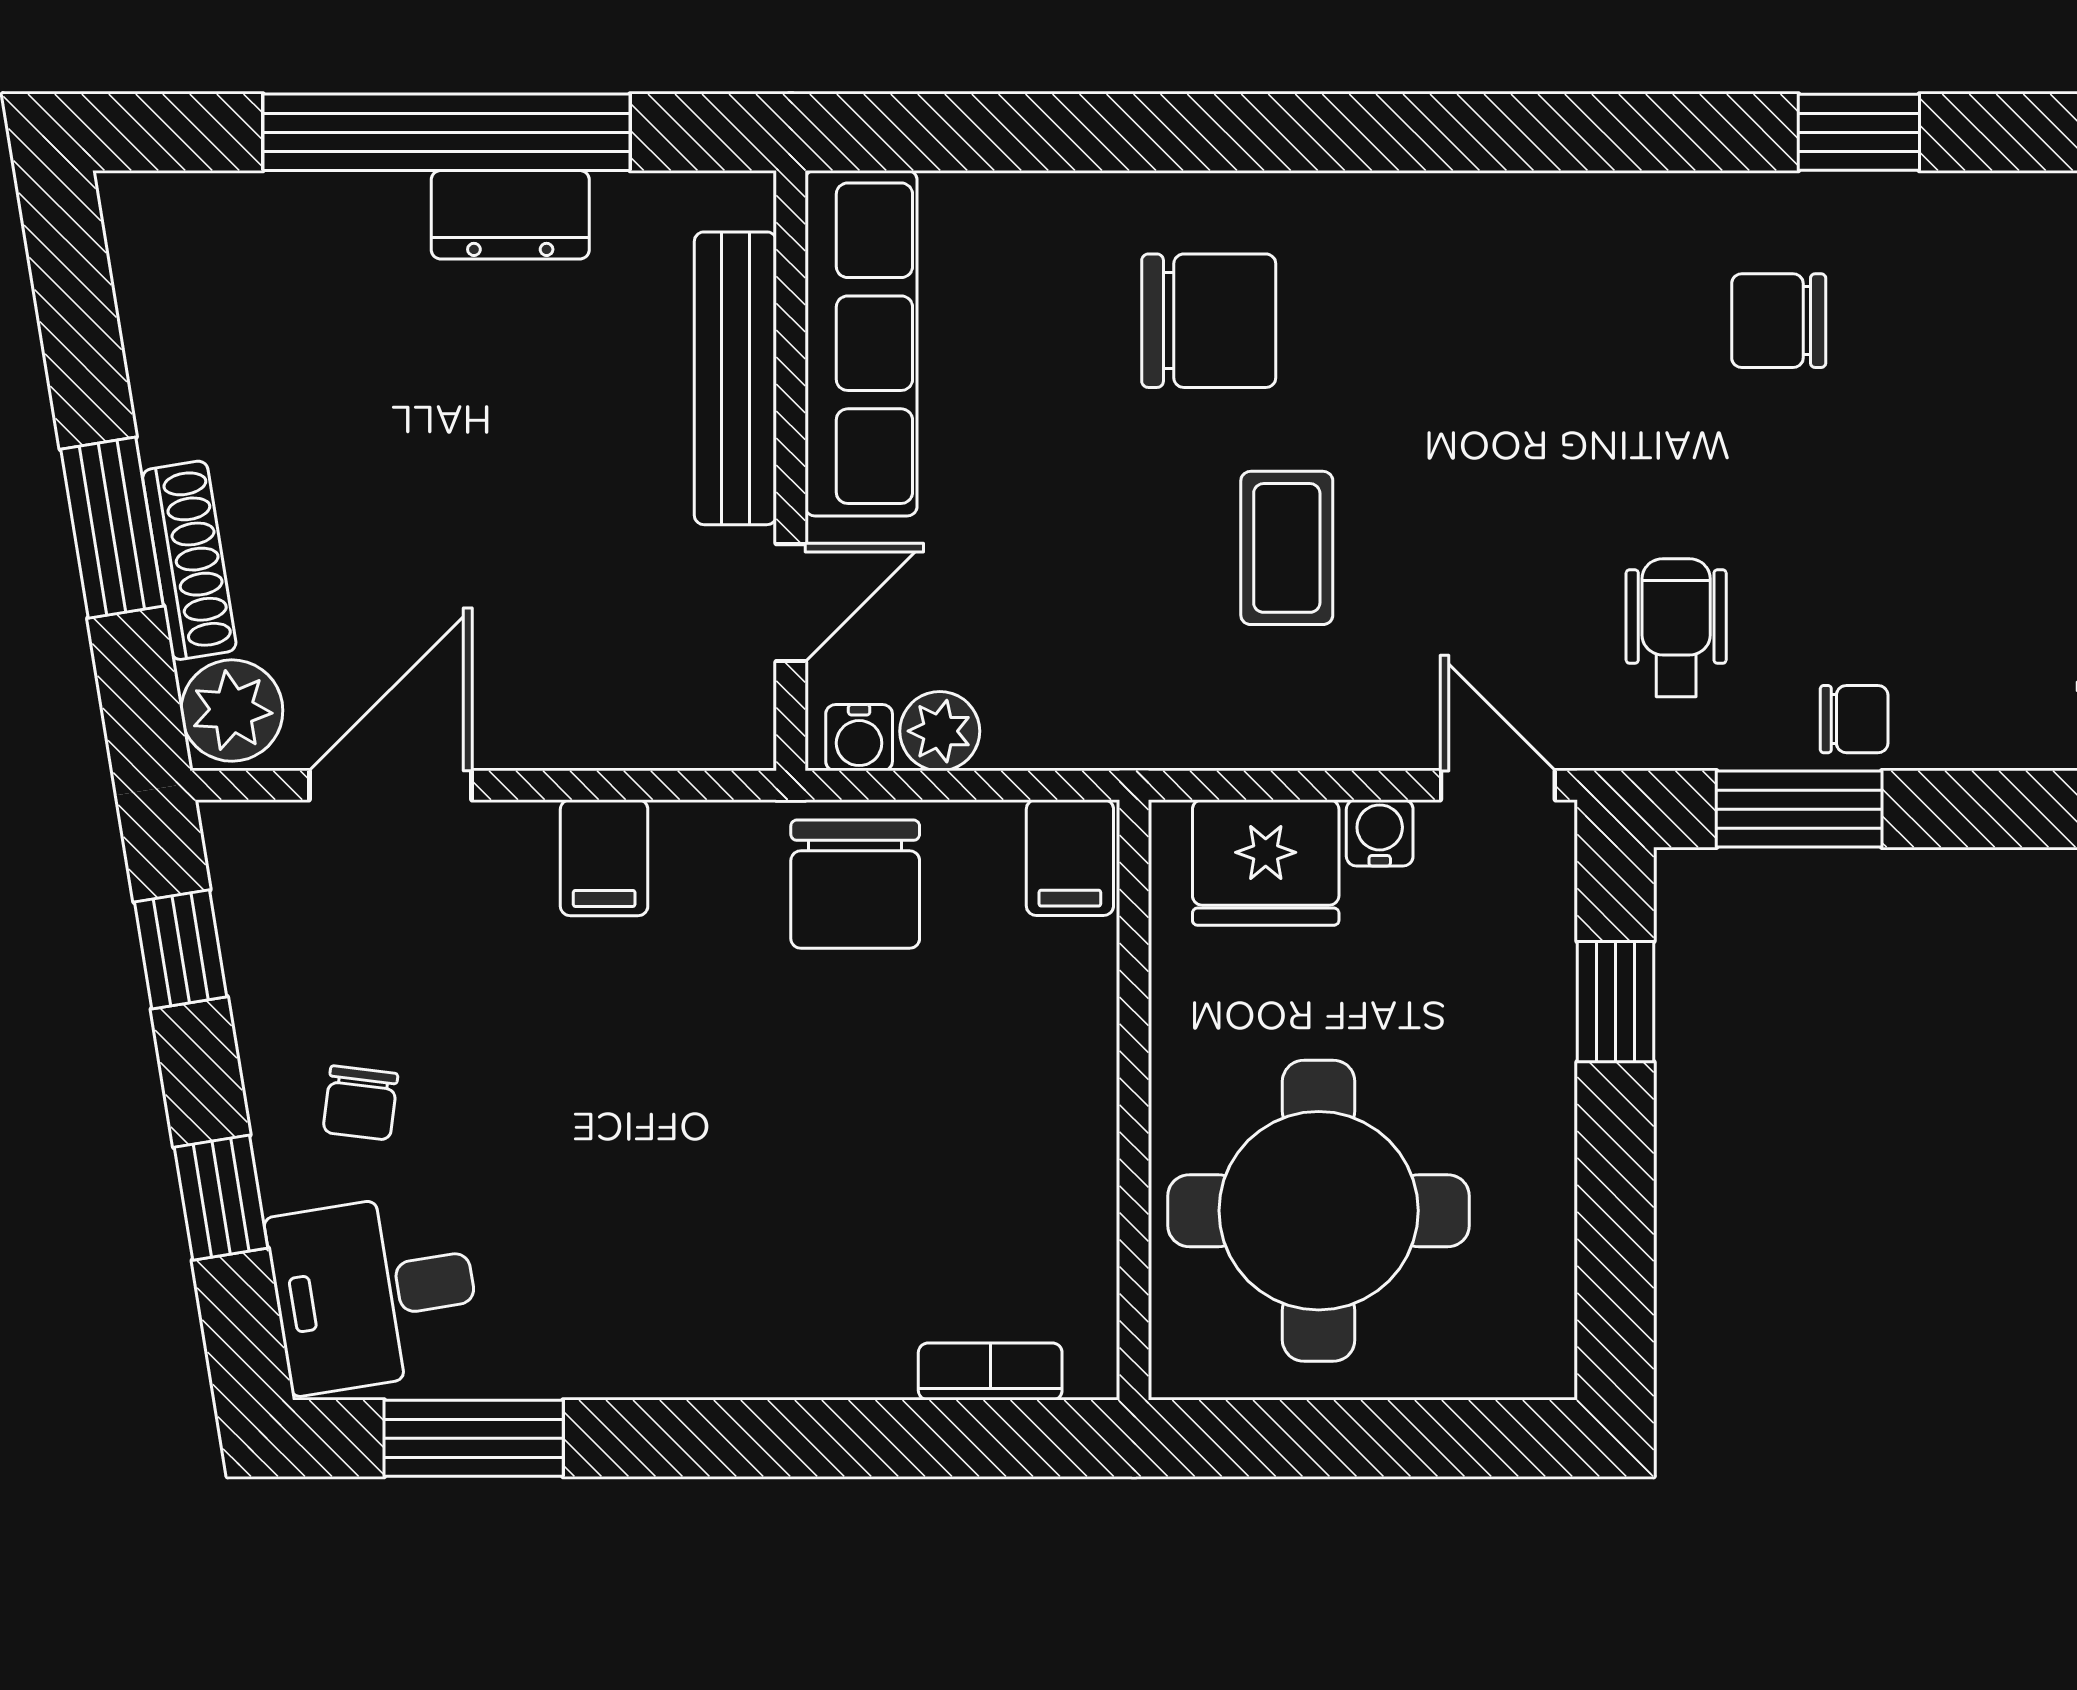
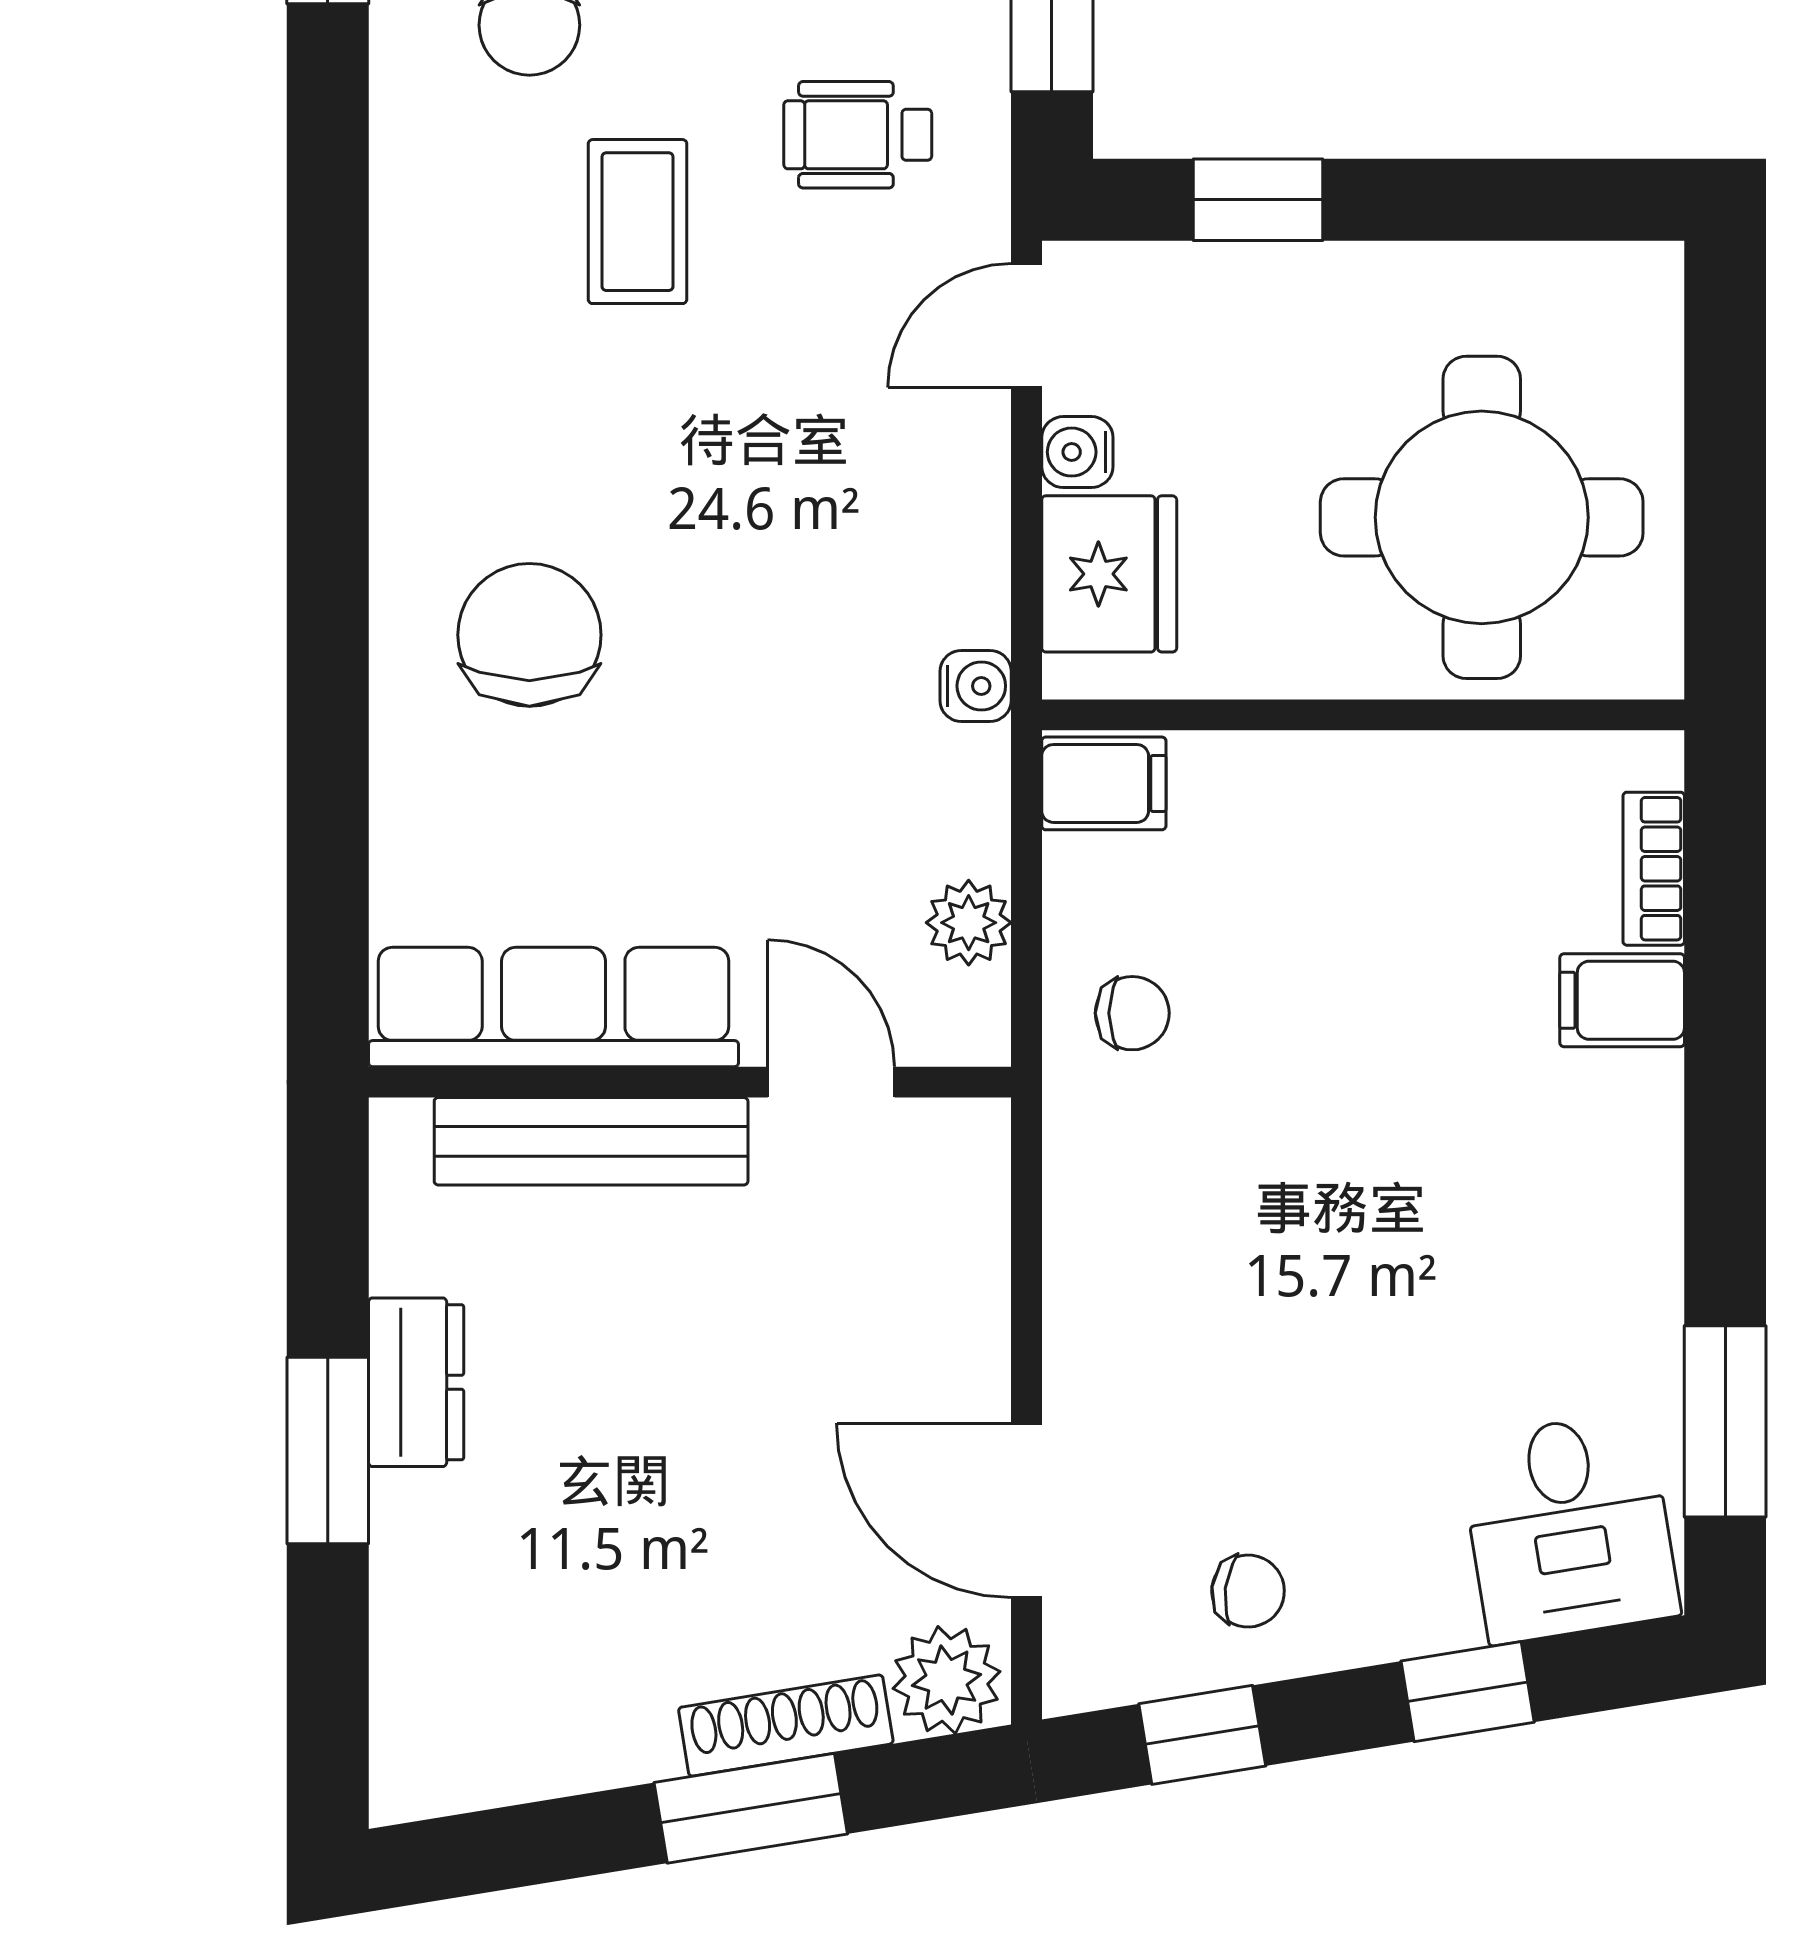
window: (447, 132) -> (328, 1450), width x0.47
coffee table: (1287, 548) -> (638, 222), moved, turned 90
water cooler: (859, 738) -> (976, 686), moved
filing cabinet: (604, 858) -> (1622, 1000), moved, turned 180
chair: (855, 884) -> (1132, 1013), width x0.54, depth x0.54
chair: (360, 1103) -> (1248, 1591), moved

